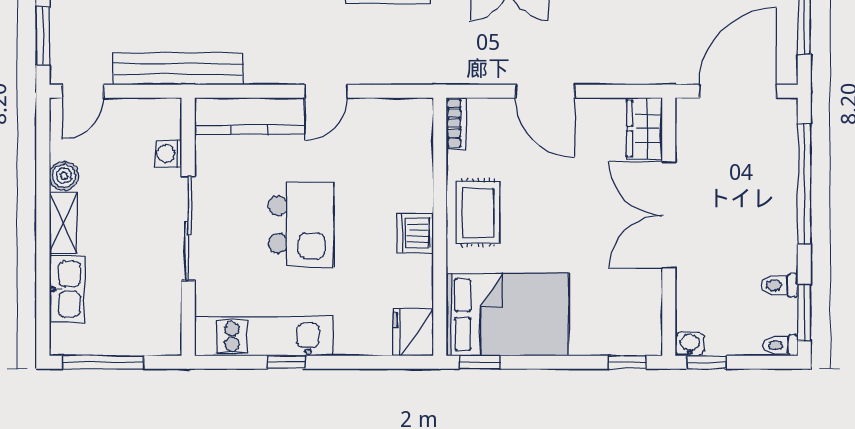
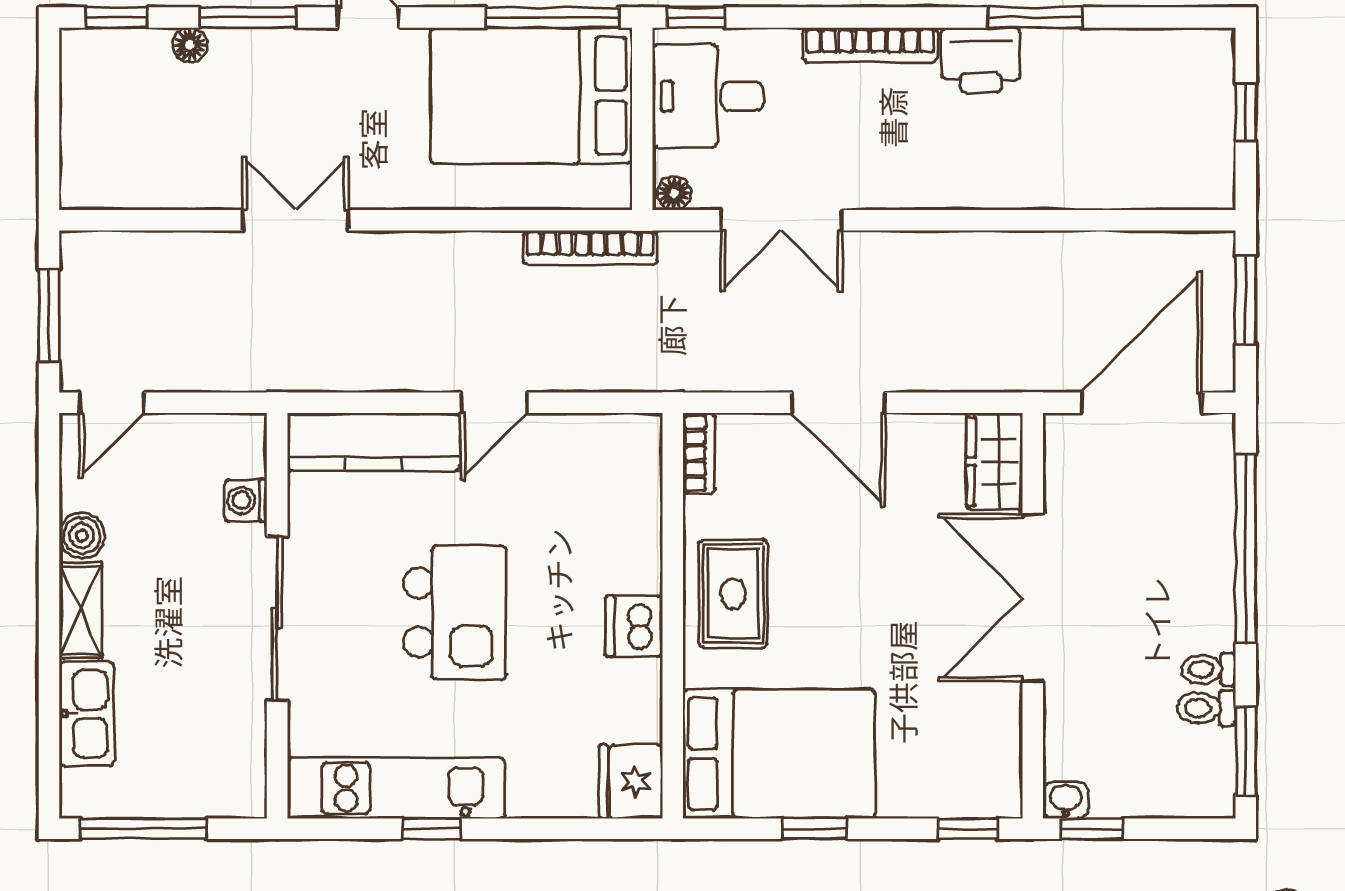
bench: (178, 69) -> (261, 367), removed
toilet: (781, 345) -> (1209, 669), moved
window: (480, 362) -> (814, 829), moved

